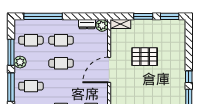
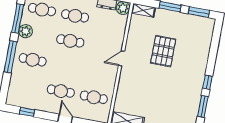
pallet: (145, 57) -> (163, 51), turned 90
door: (109, 70) -> (122, 58), width x0.53

